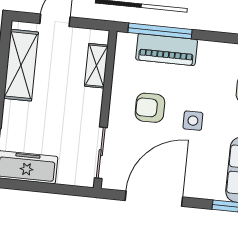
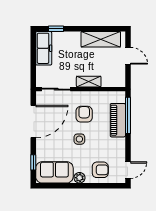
shelving: (96, 66) -> (89, 82), moved
door: (154, 199) -> (33, 122), hinge flipped

